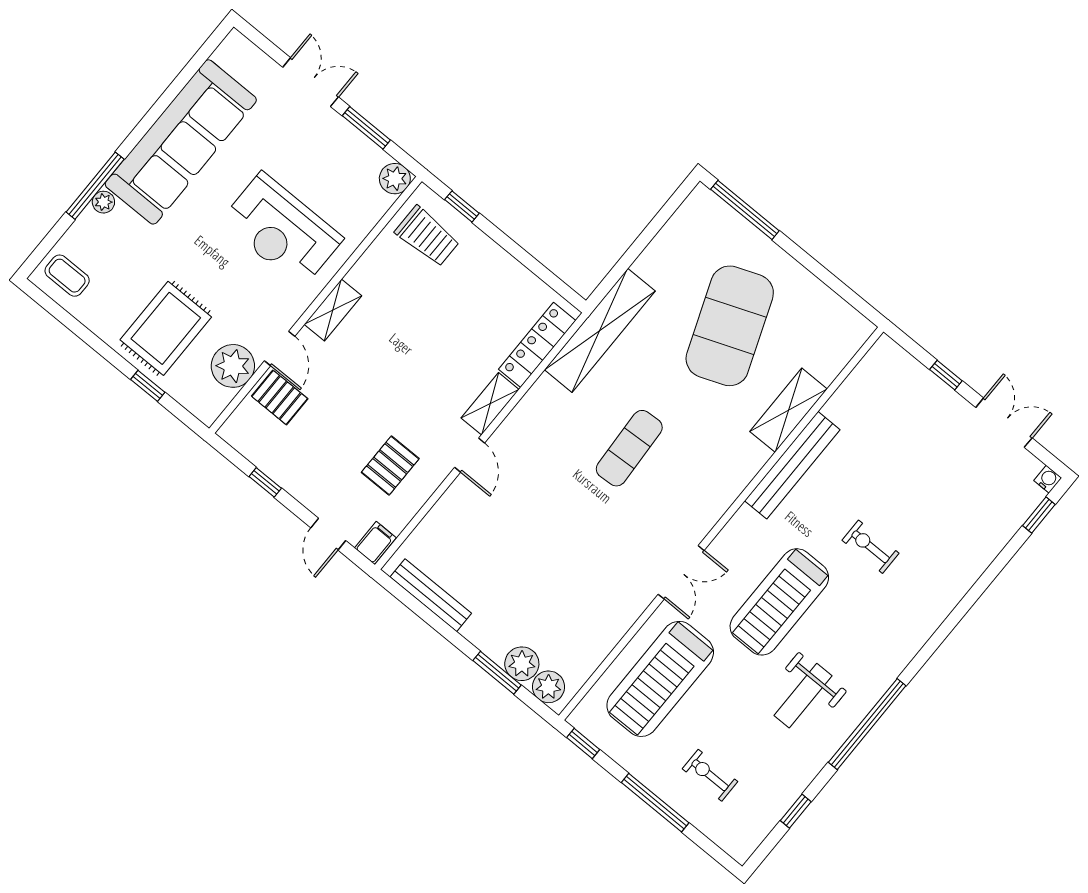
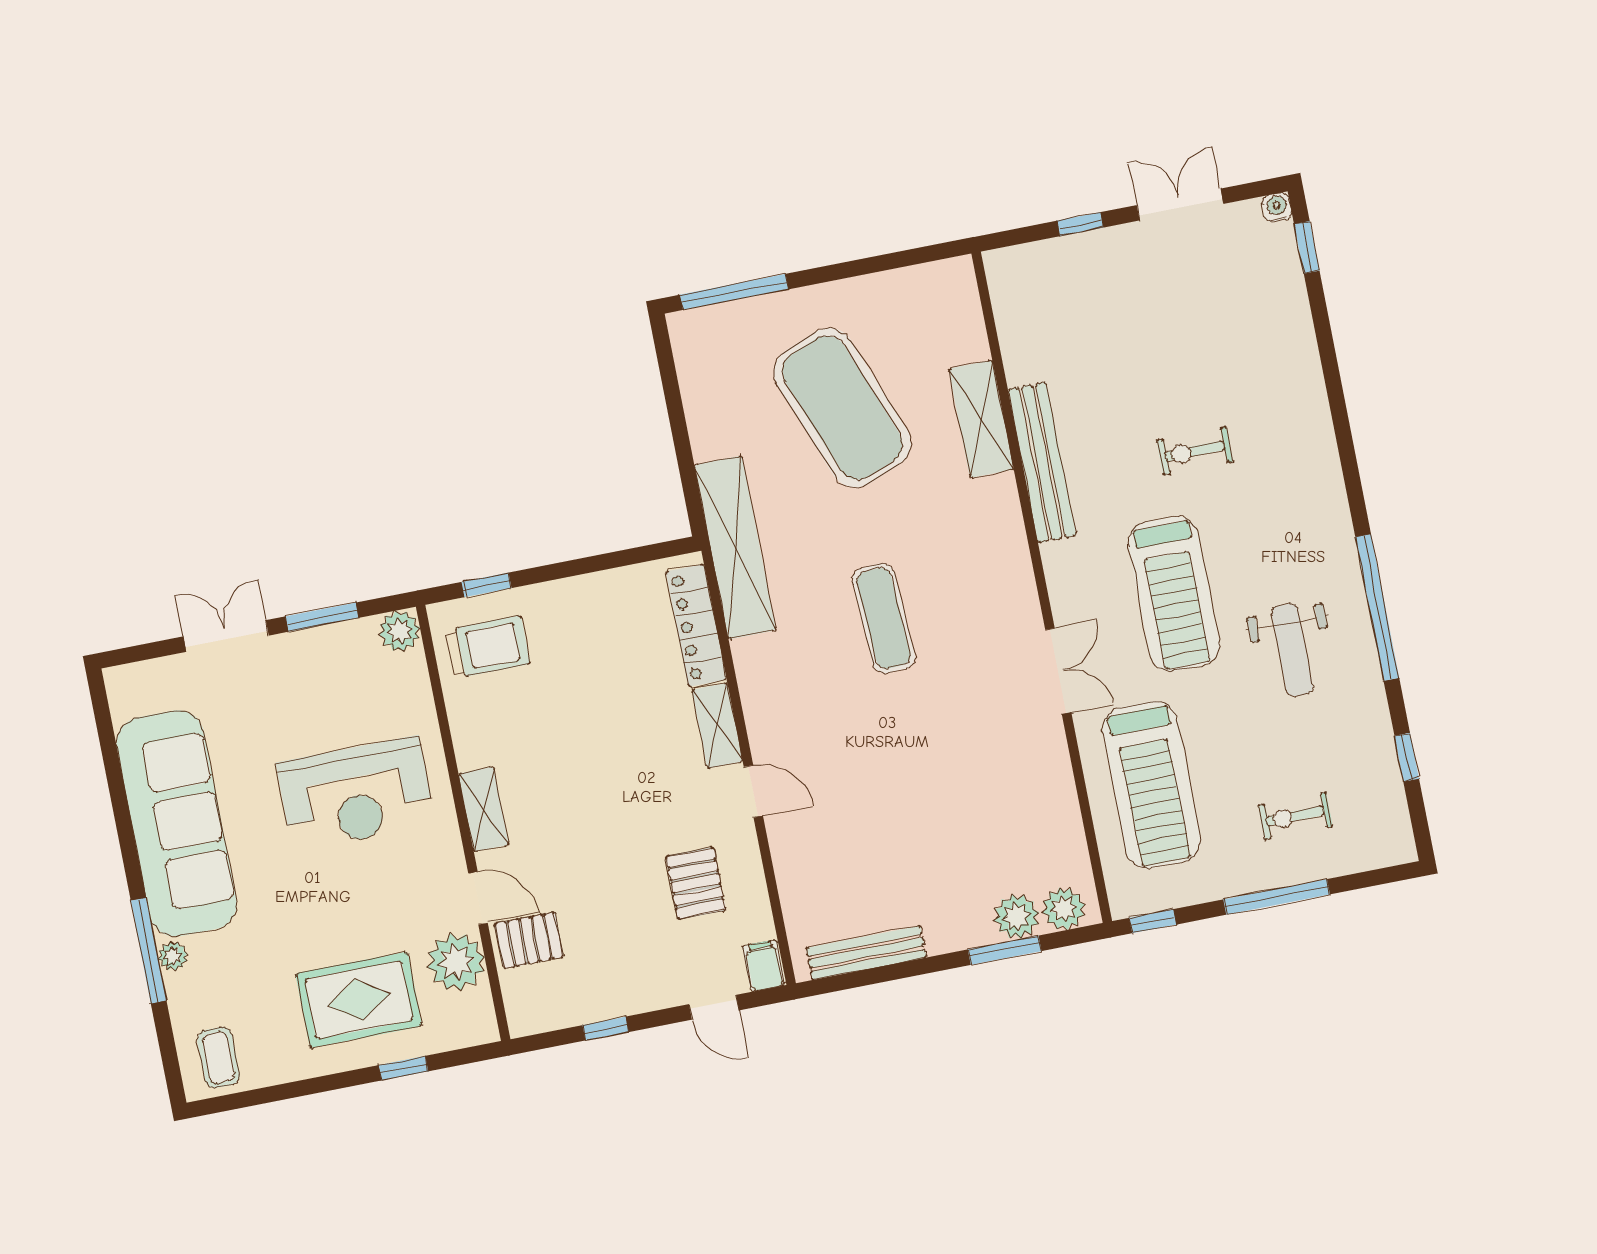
coffee table: (67, 276) -> (218, 1057), turned 90
rug: (166, 328) -> (359, 1000), turned 90

